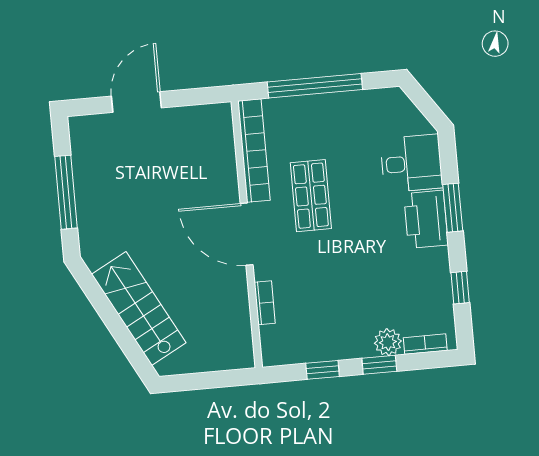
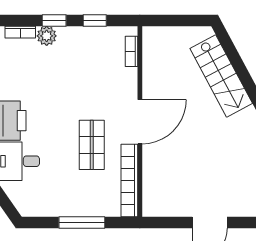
window: (315, 86) -> (82, 222), width x0.68
door: (247, 234) -> (140, 122), hinge flipped
bookcase: (265, 303) -> (131, 51), moved

